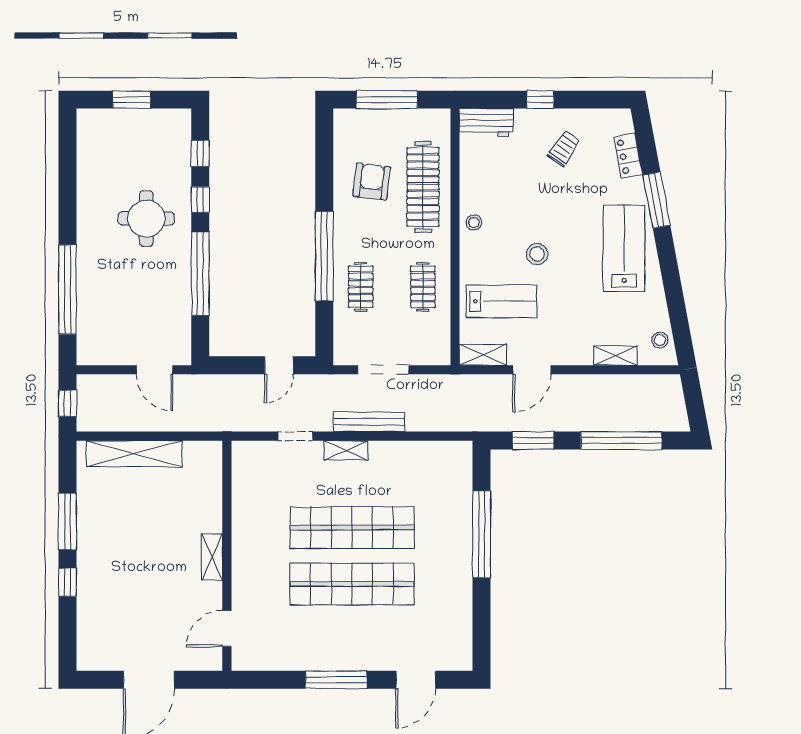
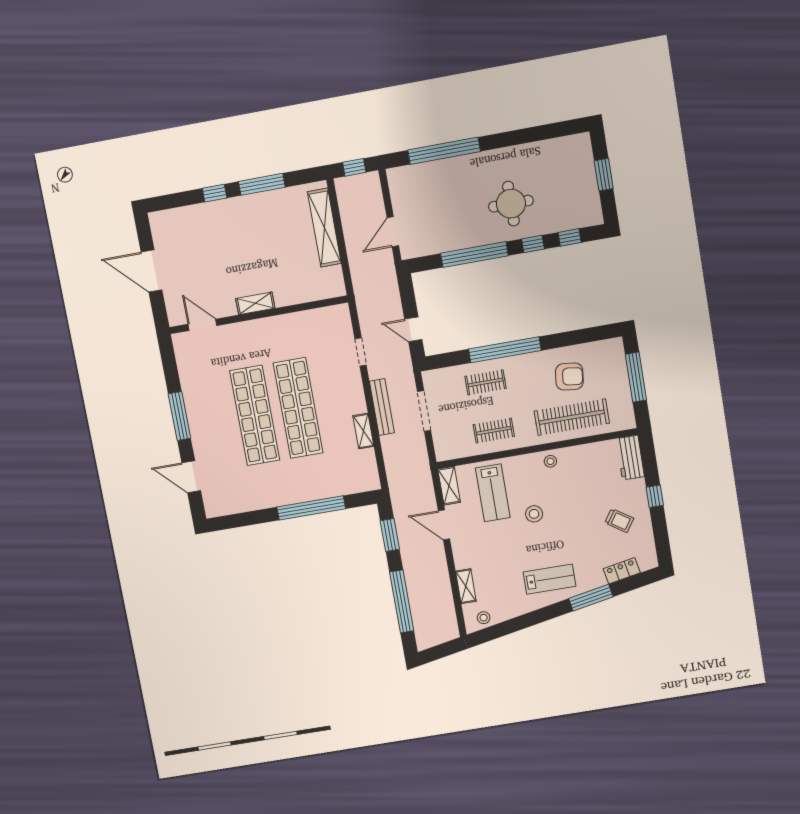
lab bench: (624, 248) -> (549, 579), width x0.73, depth x0.72
shelving: (346, 450) -> (363, 431), moved

